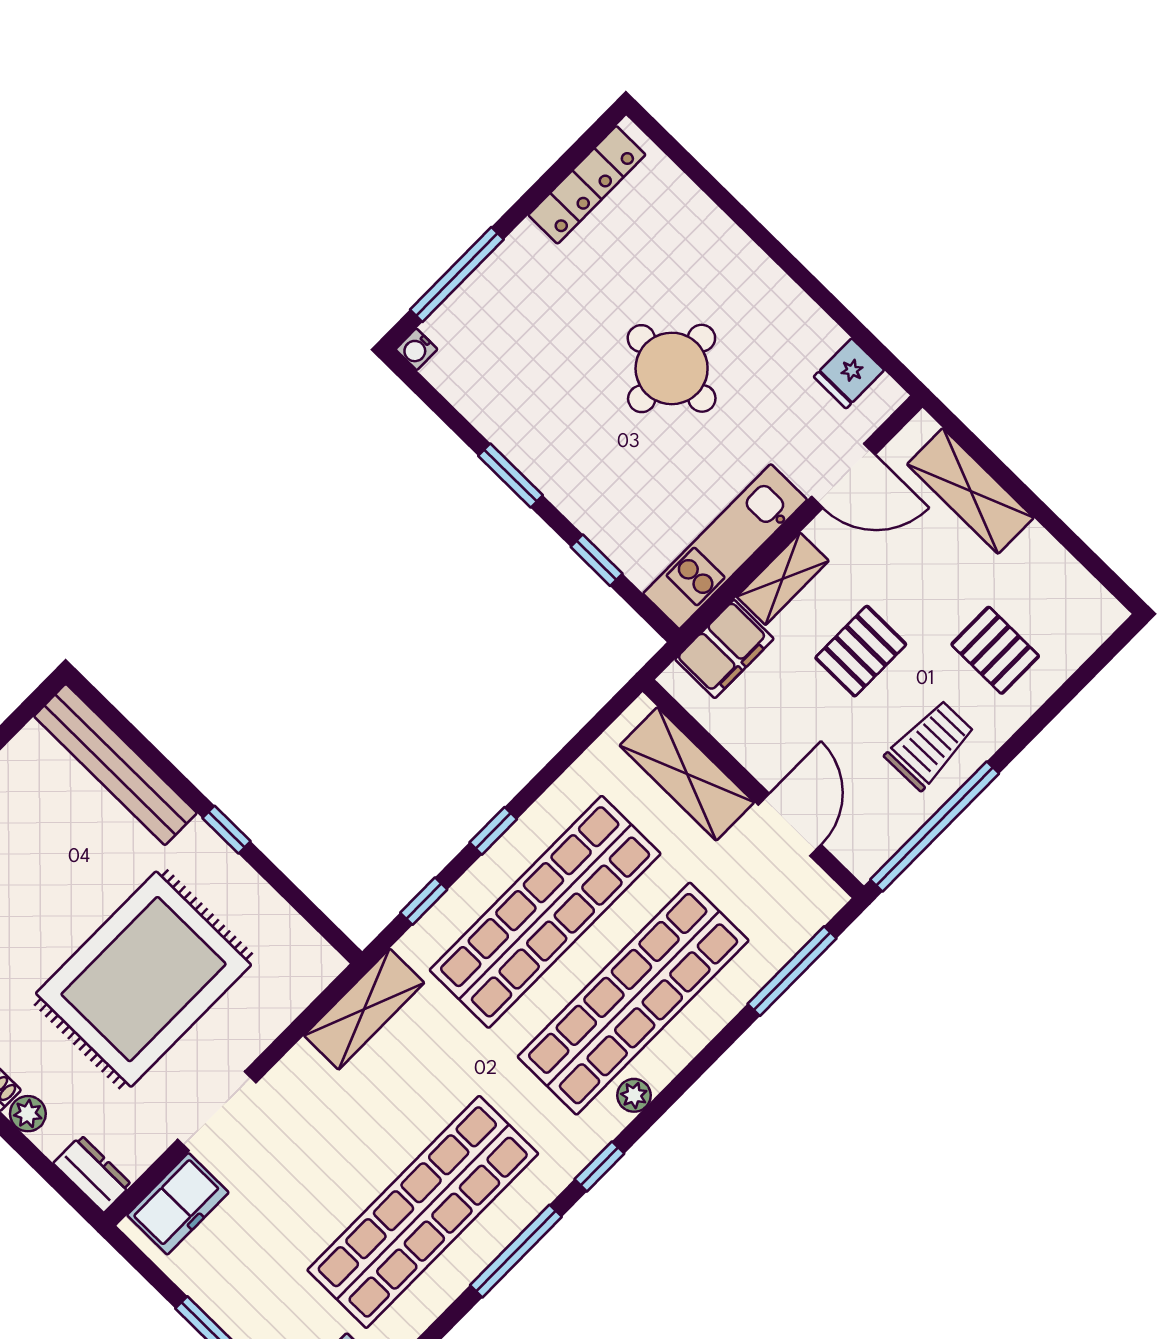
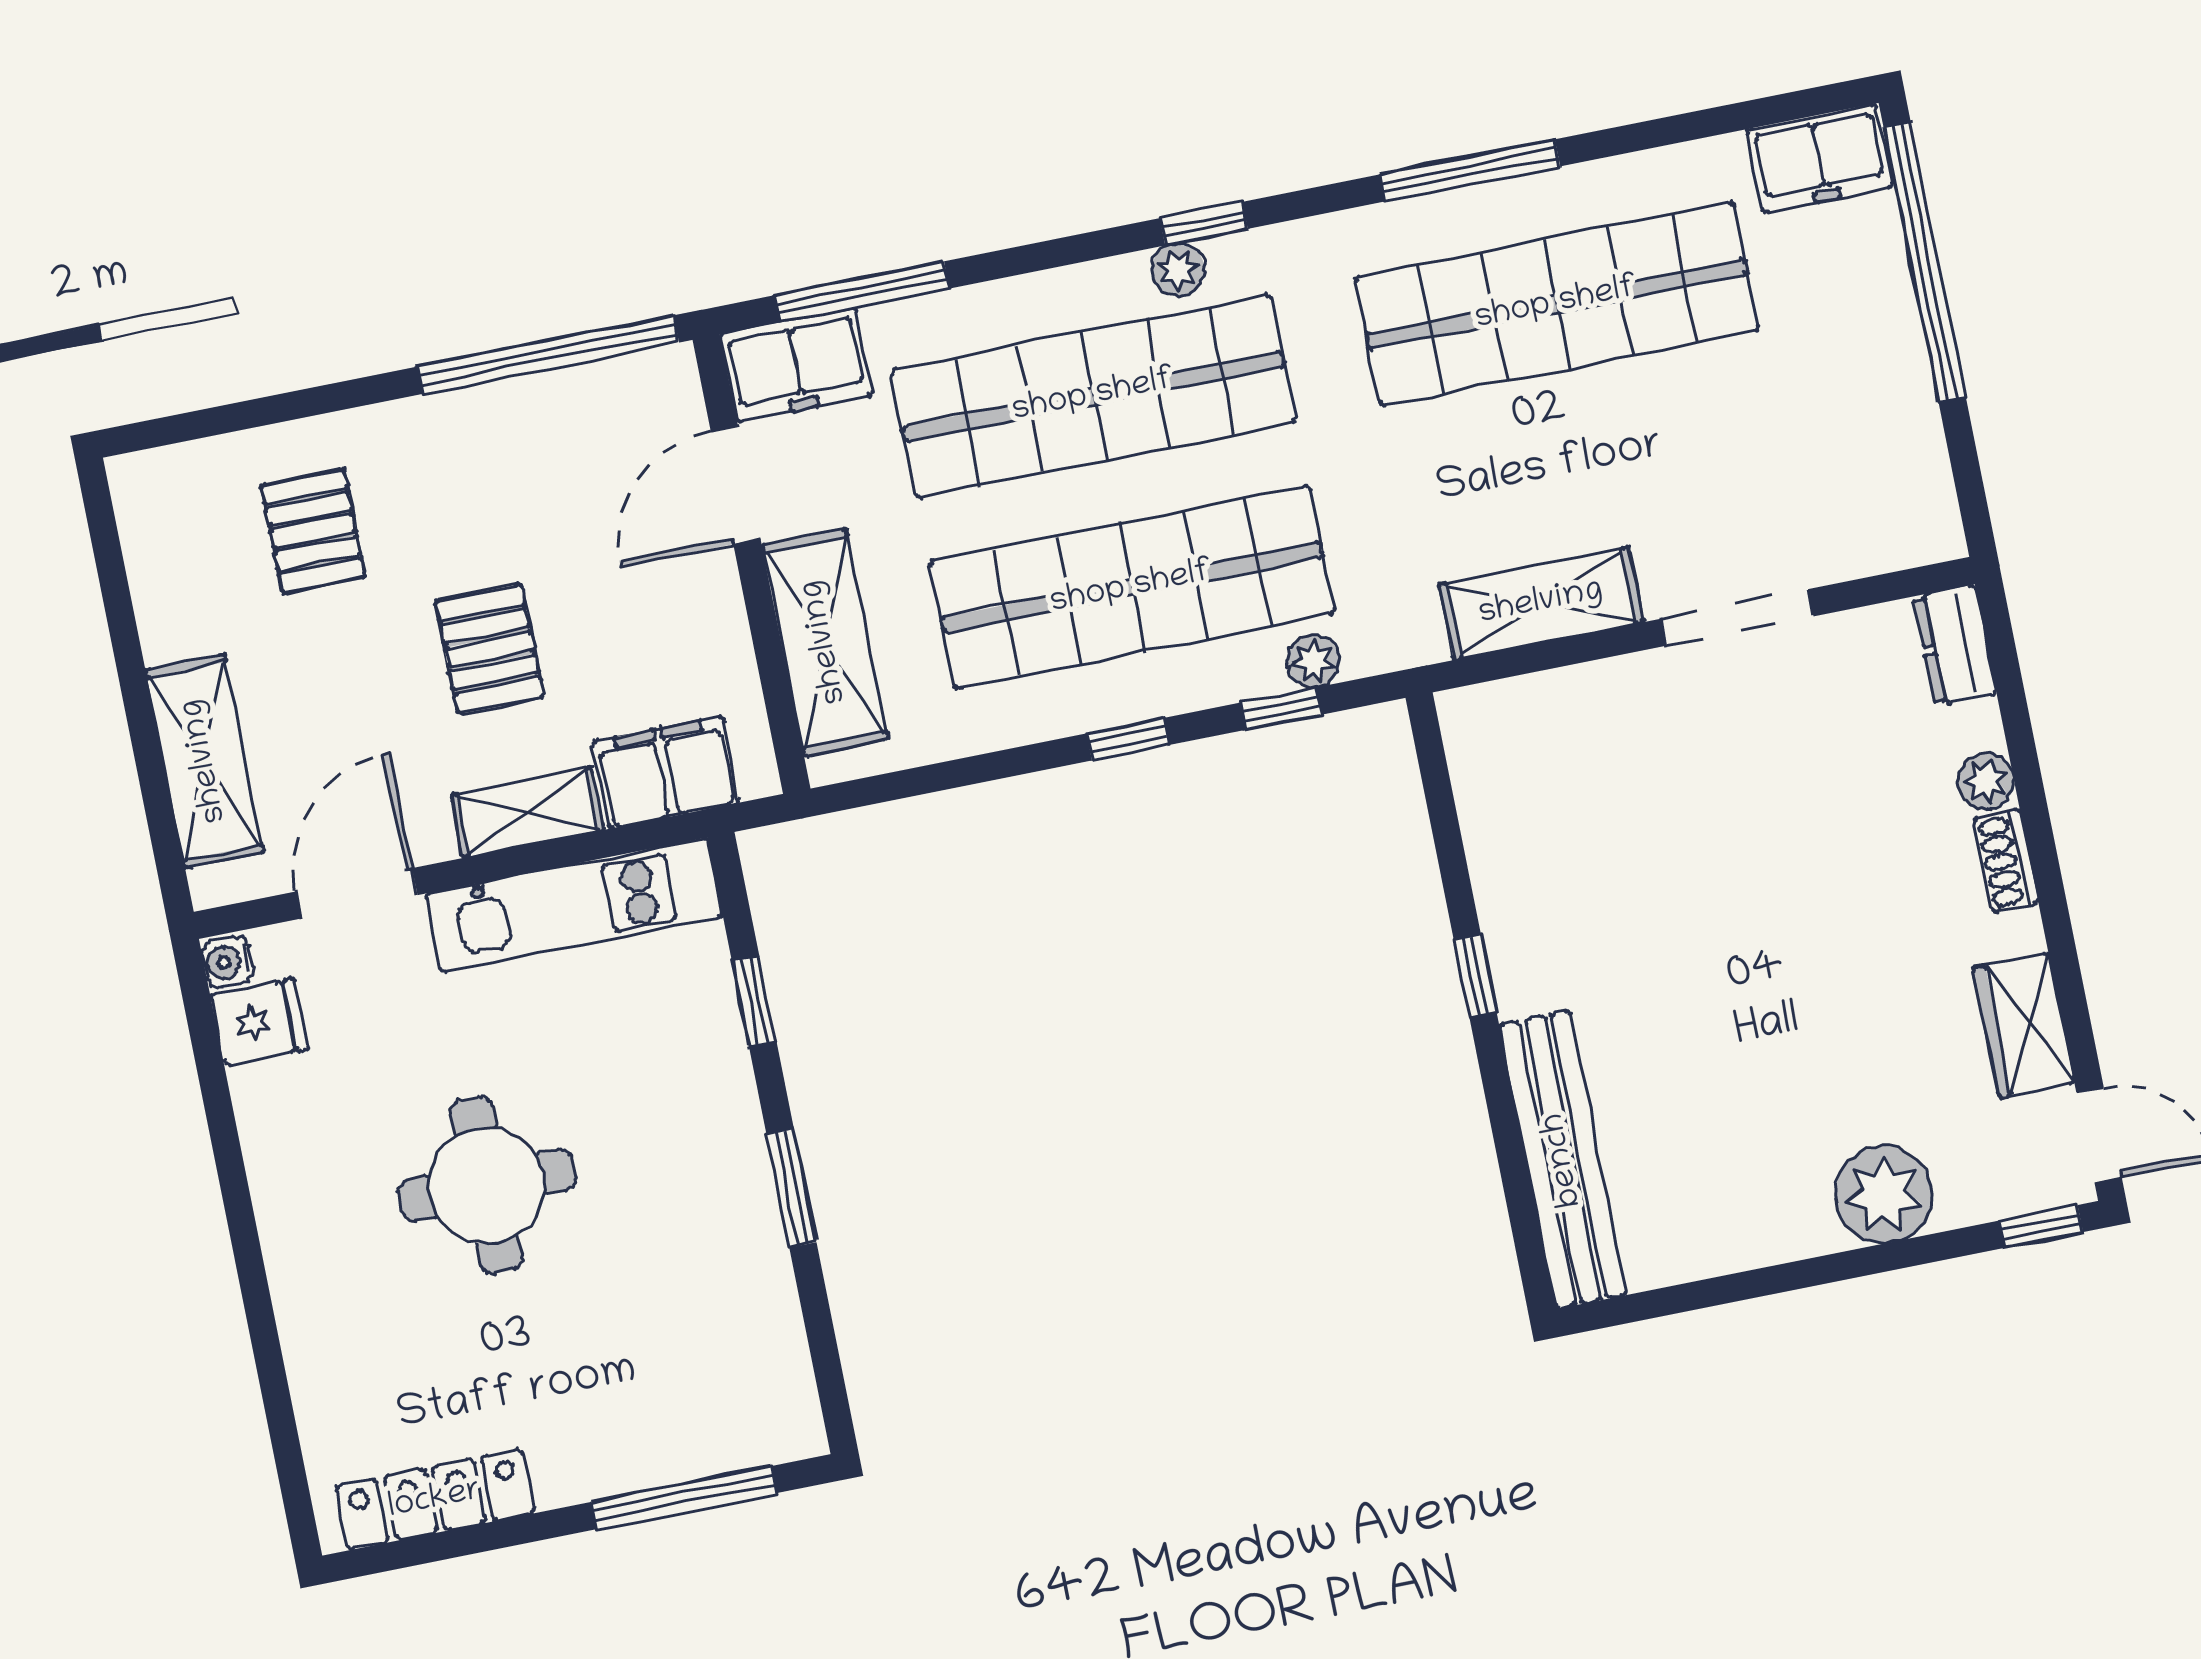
water cooler: (416, 349) -> (228, 962), moved, turned 180
door: (843, 476) -> (357, 893), hinge flipped
pallet: (861, 651) -> (489, 649), turned 90
trolley: (930, 745) -> (482, 465), removed
plant: (423, 938) -> (1314, 661), added
rug: (144, 979) -> (1716, 855), removed
shelving: (364, 1009) -> (1541, 603), moved
window: (599, 1166) -> (1204, 224), moved
freezer: (178, 1204) -> (796, 365), moved, turned 180

